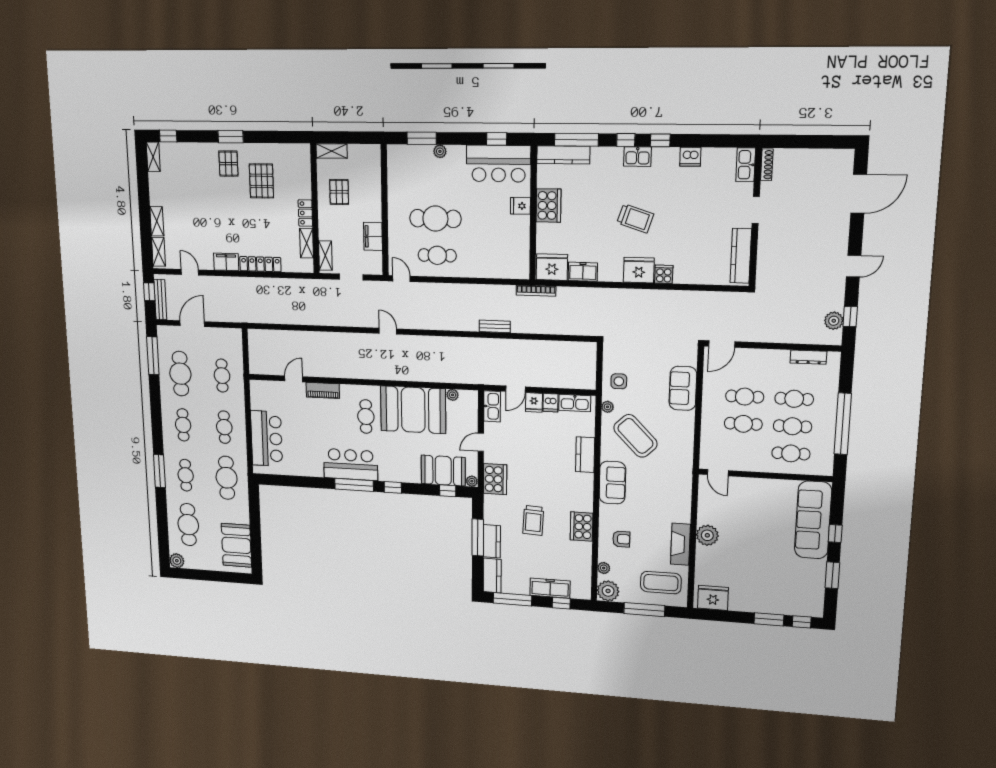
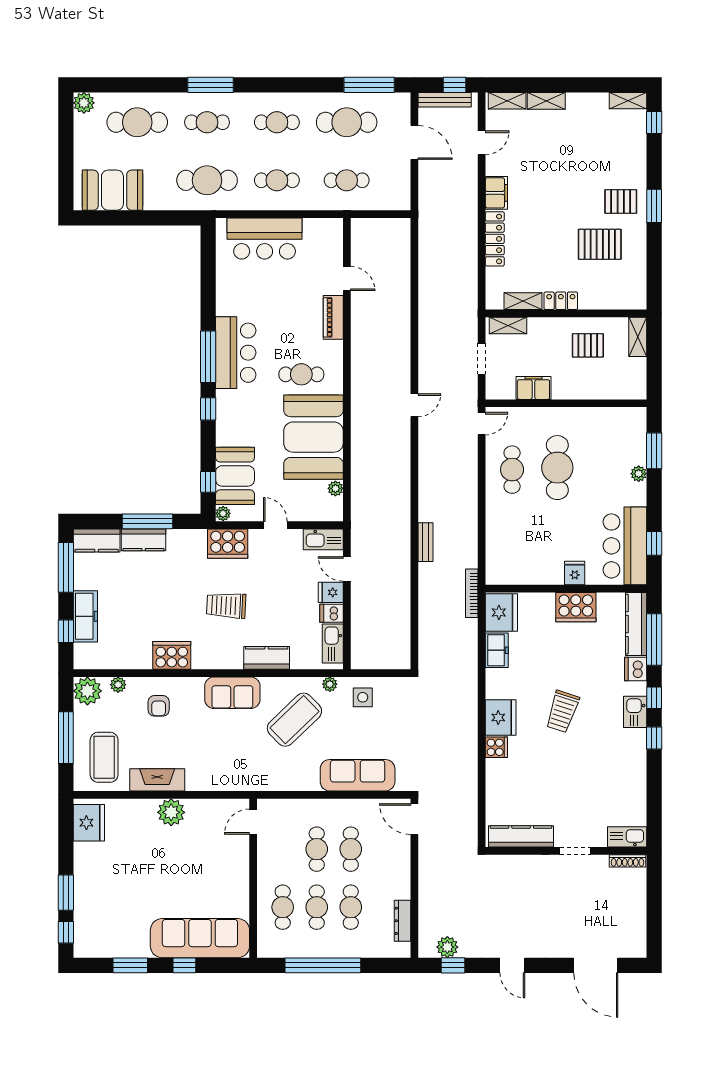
dishwasher: (690, 157) -> (636, 669), moved
sofa: (683, 388) -> (358, 775), width x1.36
trolley: (533, 520) -> (226, 606), moved

